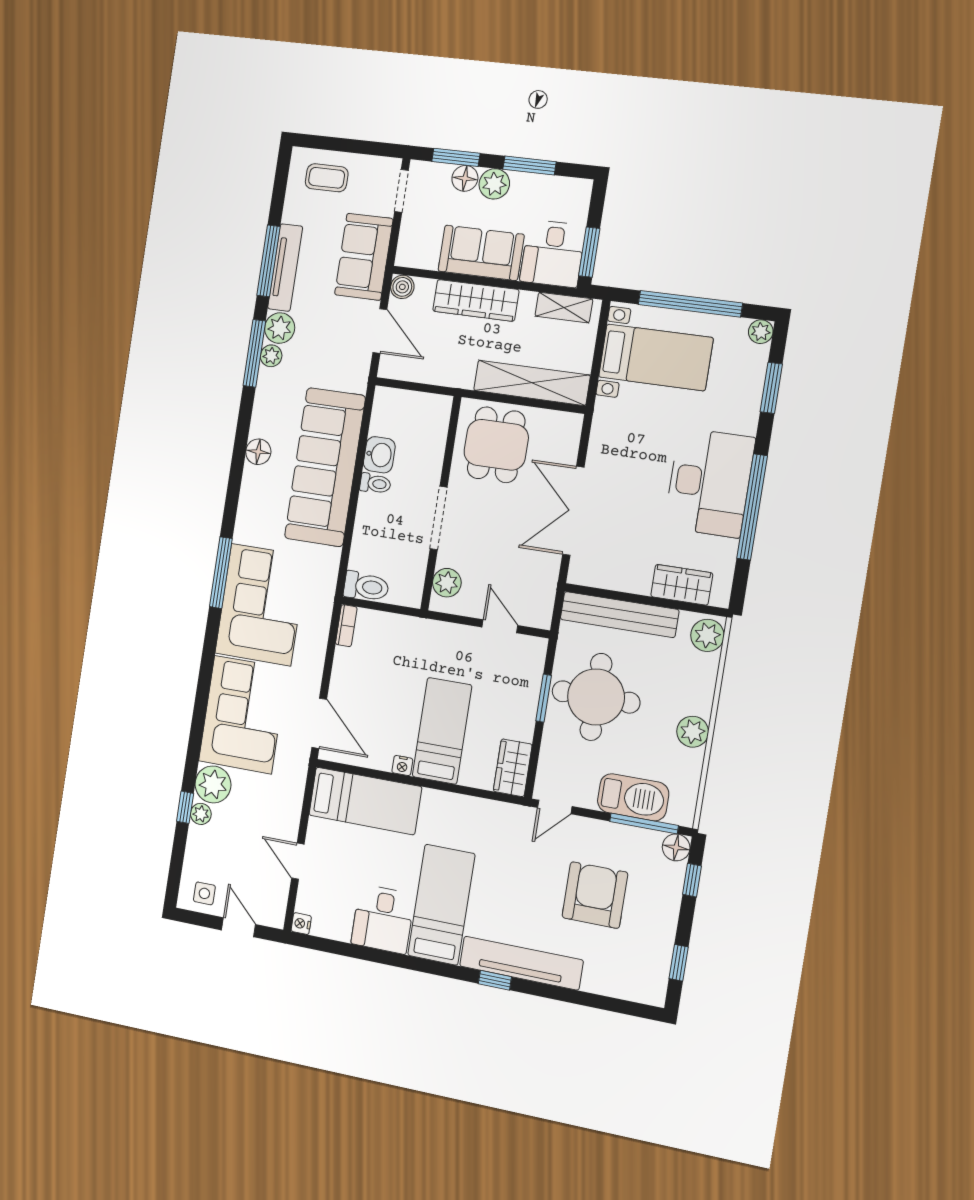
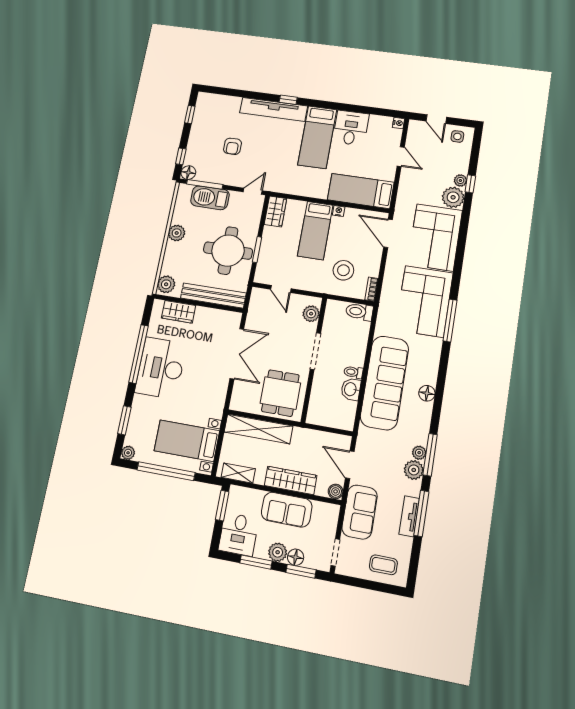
desk: (553, 254) -> (238, 534), moved, turned 180
tv unit: (285, 268) -> (409, 516), width x0.71
stool: (393, 659) -> (343, 270), added
armchair: (595, 895) -> (232, 146), width x0.53, depth x0.53

